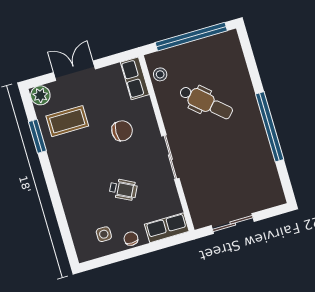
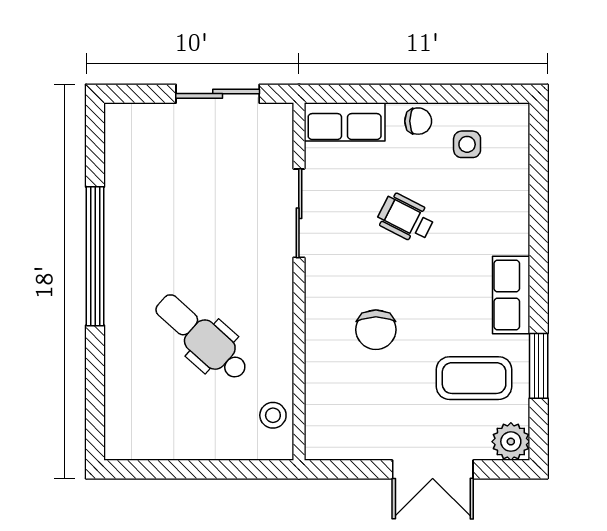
window: (191, 37) -> (194, 469), removed
row of seats: (135, 78) -> (511, 295), moved, turned 180
chair: (122, 131) -> (376, 330), turned -90
sliding door: (170, 157) -> (299, 213), moved
chair: (131, 239) -> (418, 121), turned -90

